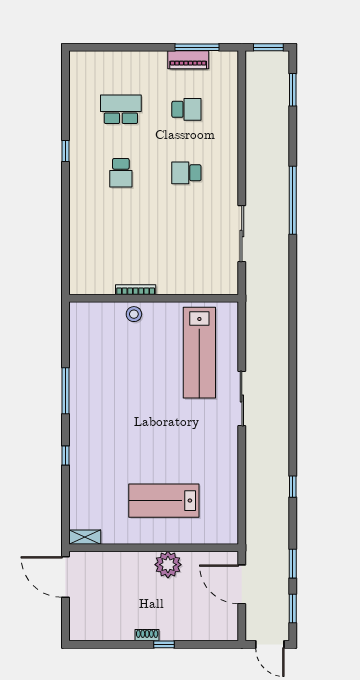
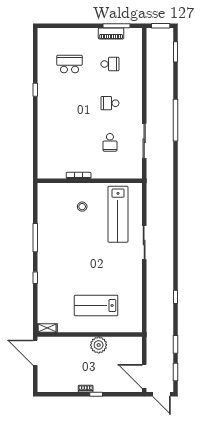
school desk: (121, 173) -> (110, 142), moved
stool: (134, 314) -> (82, 207), moved
door: (242, 584) -> (144, 376), moved

